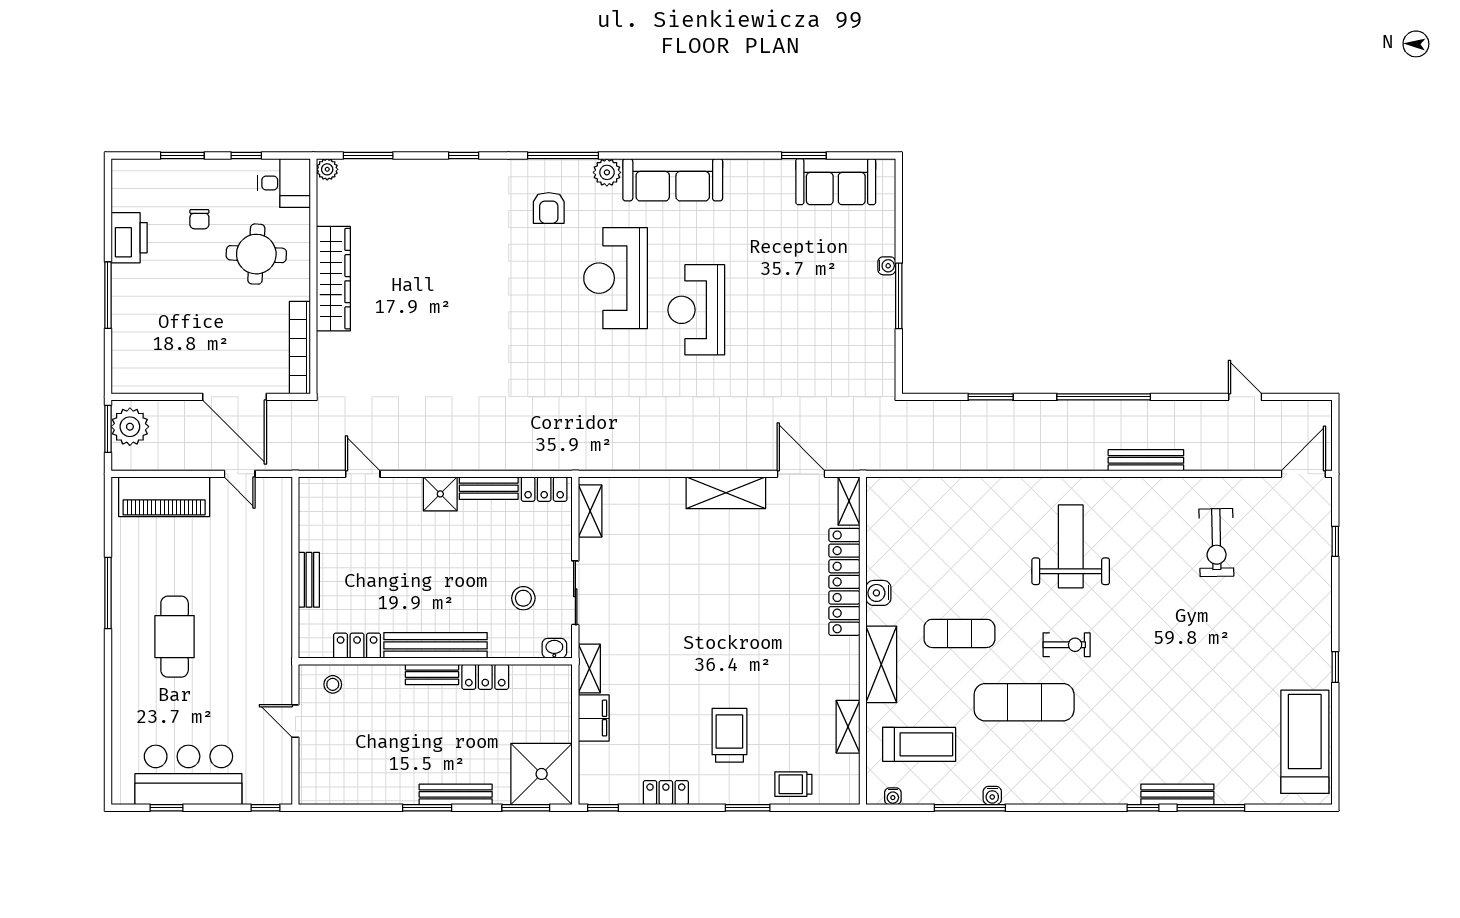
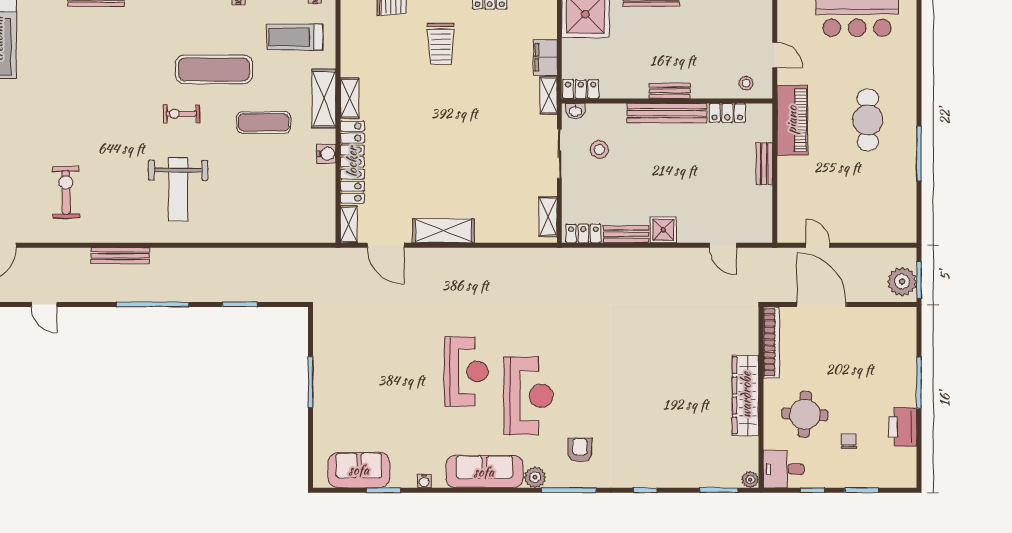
water cooler: (887, 266) -> (424, 481), moved, turned -90
piano: (164, 497) -> (792, 120), moved, turned 90
locker: (485, 677) -> (581, 89), moved
shelving: (848, 727) -> (350, 98), moved

